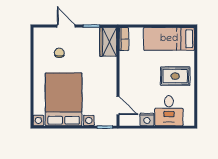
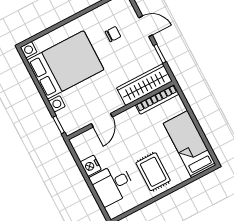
door: (66, 26) -> (146, 26), hinge flipped
bookcase: (124, 39) -> (157, 99), width x1.56
wardrobe: (108, 42) -> (144, 85), width x1.50
door: (118, 106) -> (102, 120), moved

